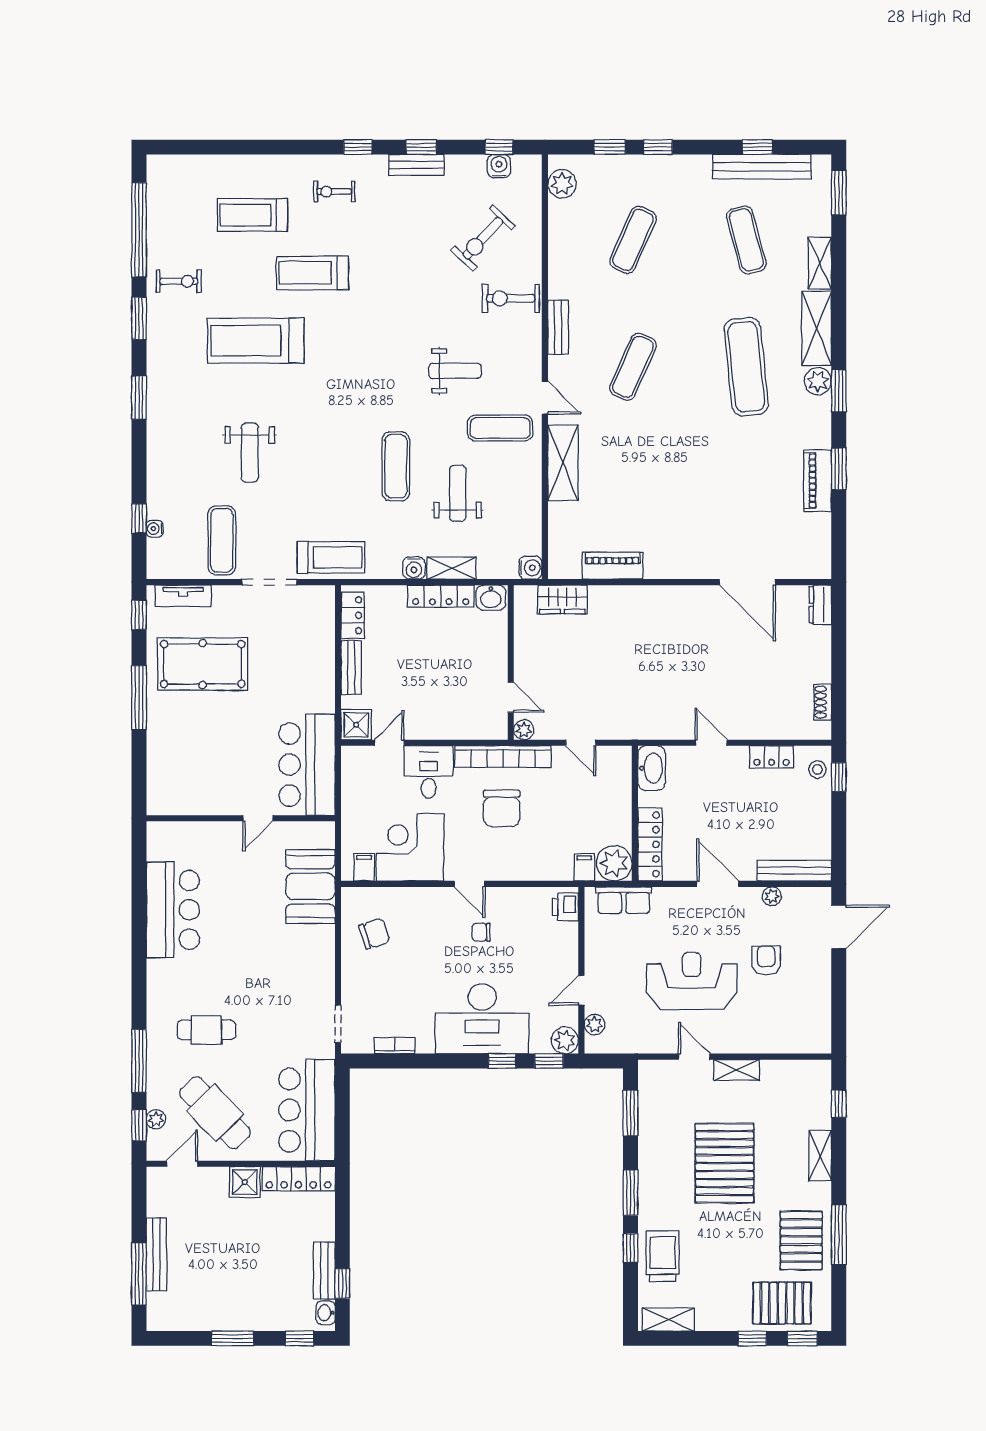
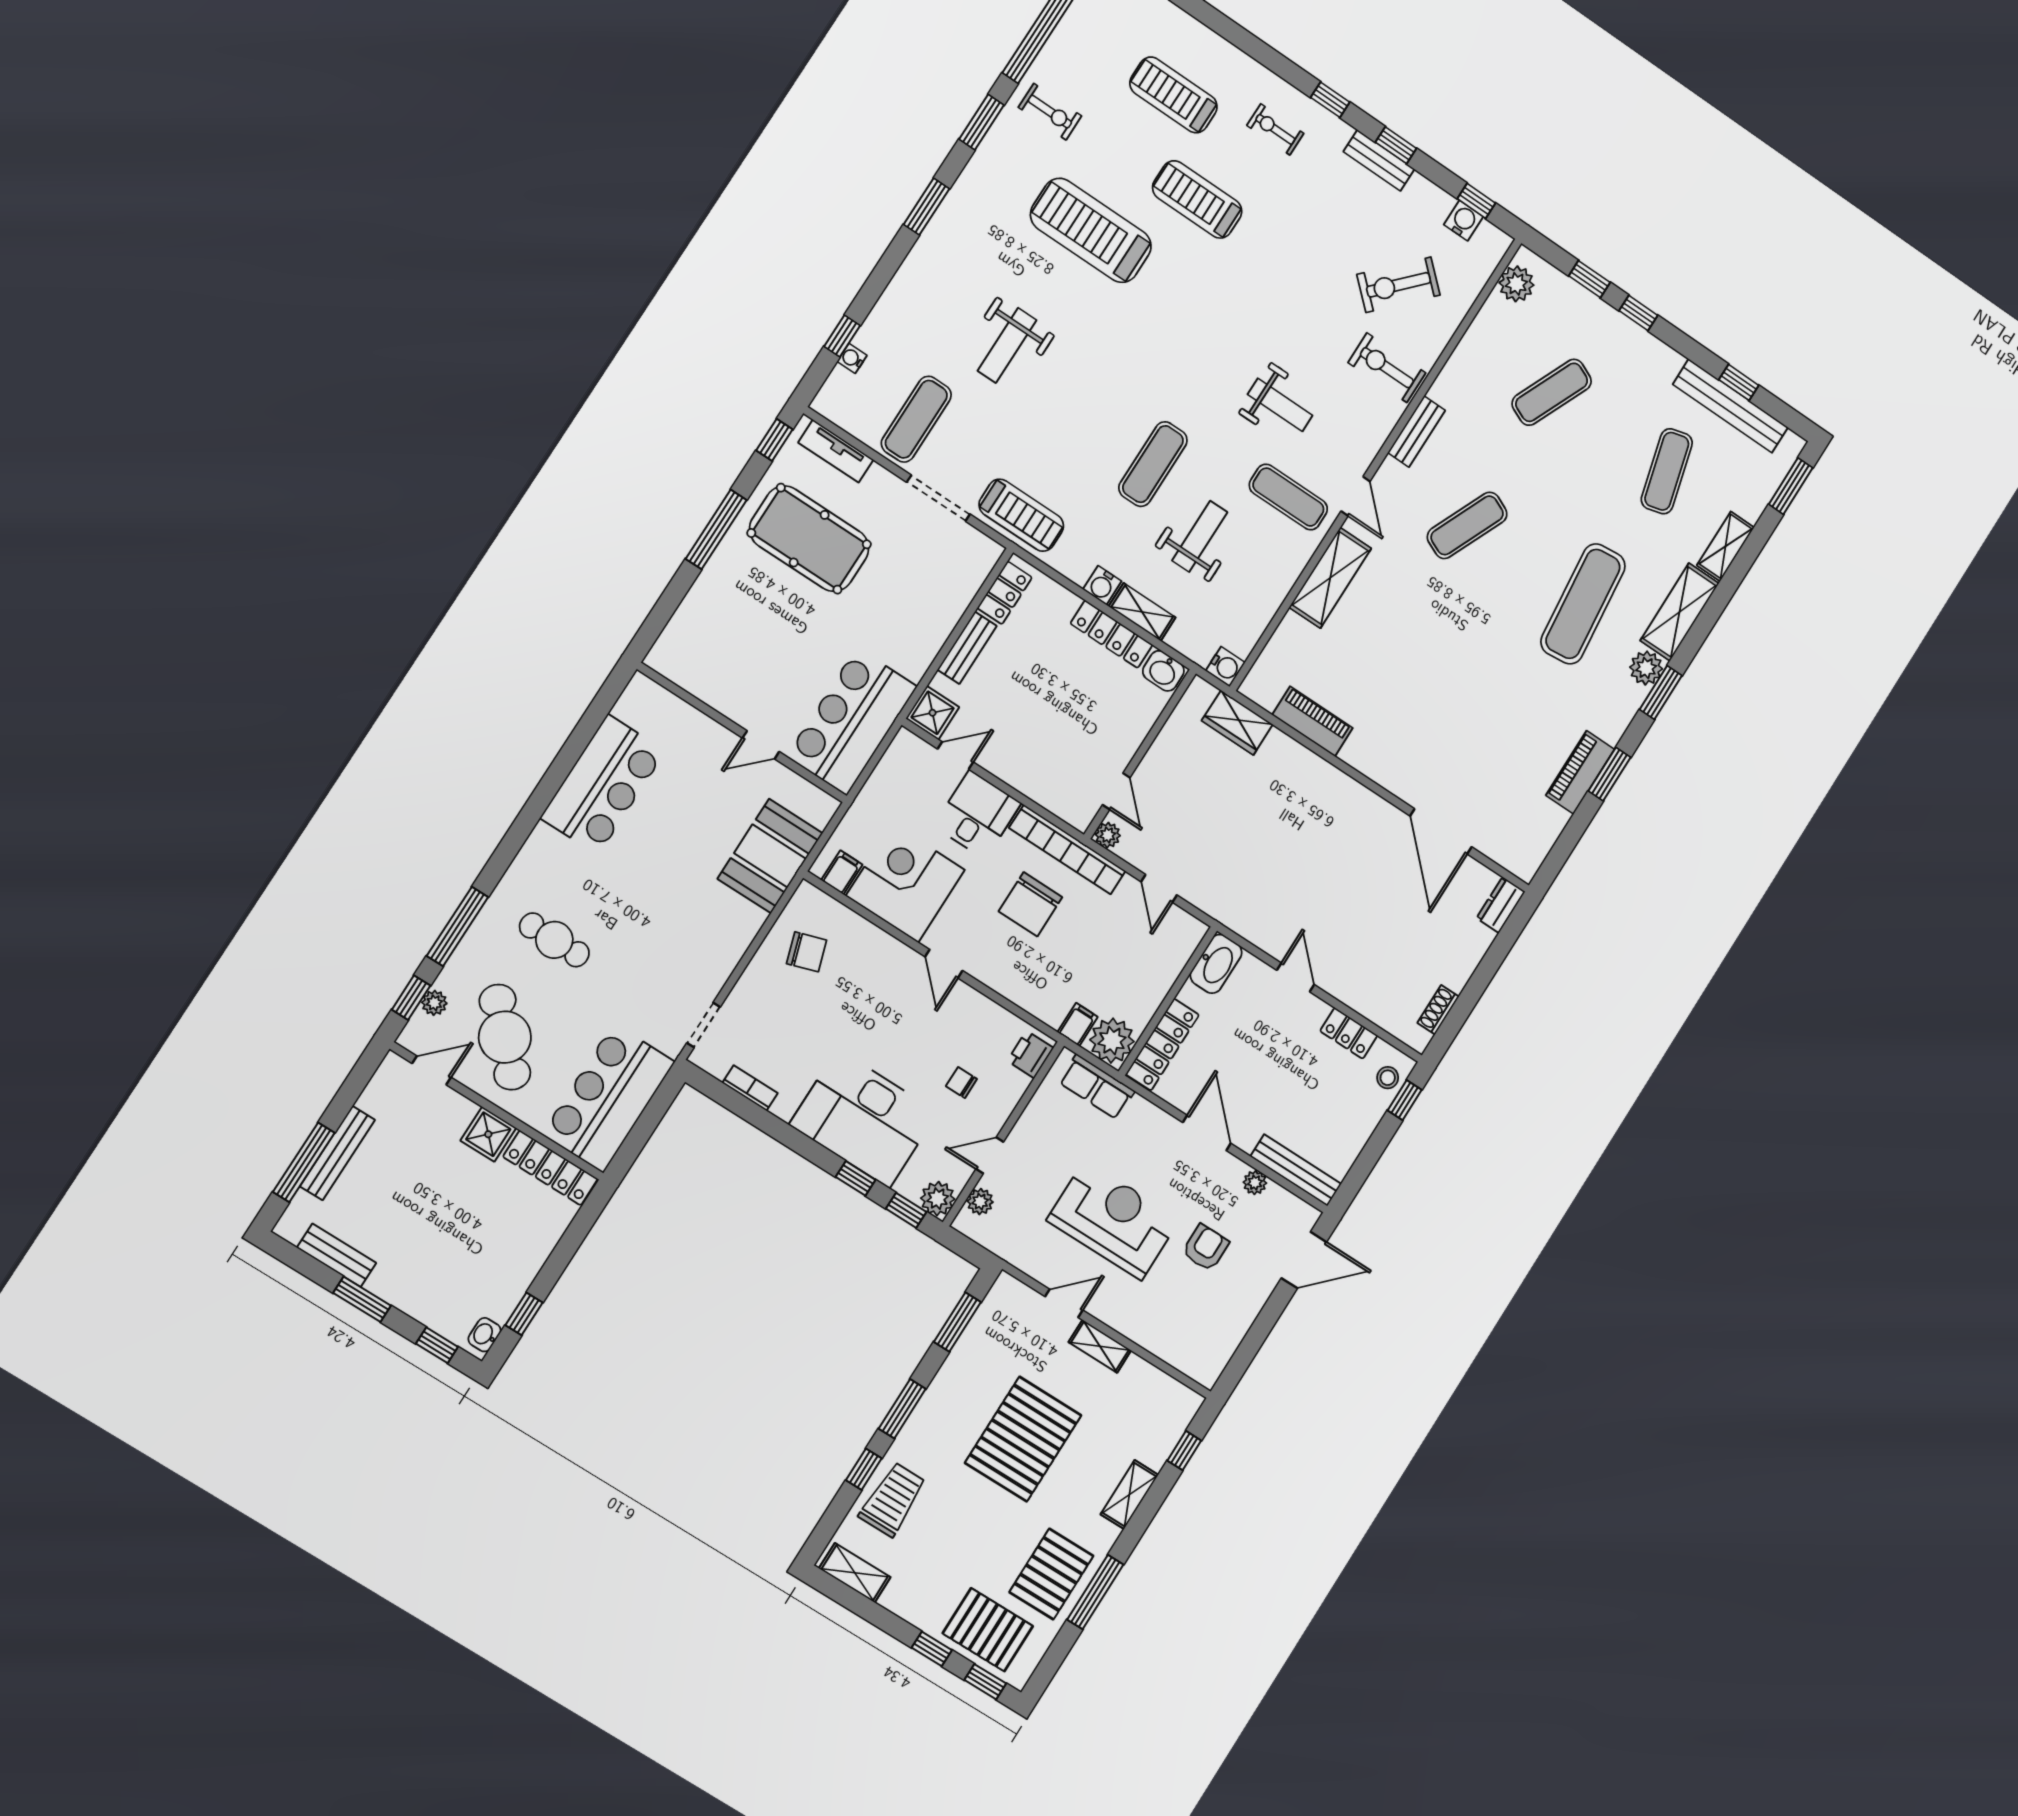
chair: (481, 932) -> (961, 1083), moved
door: (694, 1057) -> (1064, 1303), hinge flipped
bench: (324, 1271) -> (337, 1255), moved, turned 90

